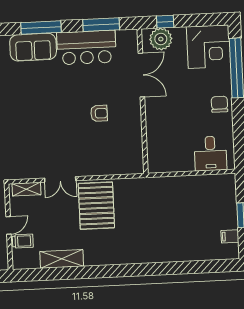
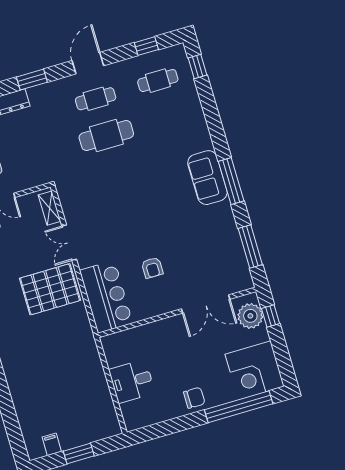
bar counter: (86, 48) -> (106, 297), moved, turned 180
desk: (210, 154) -> (132, 381), moved

